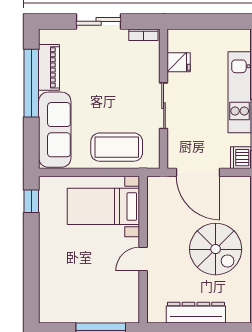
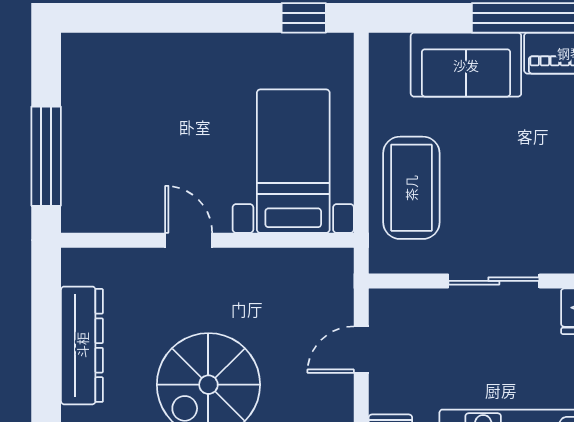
sofa: (55, 130) -> (466, 65), width x0.73
door: (198, 172) -> (361, 350), width x0.53

